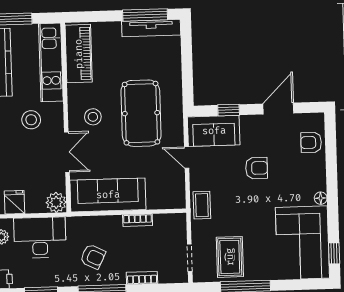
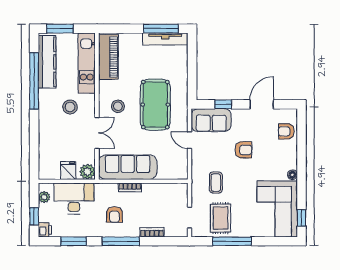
fridge: (14, 202) -> (68, 171), moved
coffee table: (202, 205) -> (216, 183), moved
bookcase: (138, 220) -> (130, 187), moved
armchair: (93, 257) -> (114, 215), turned 64

